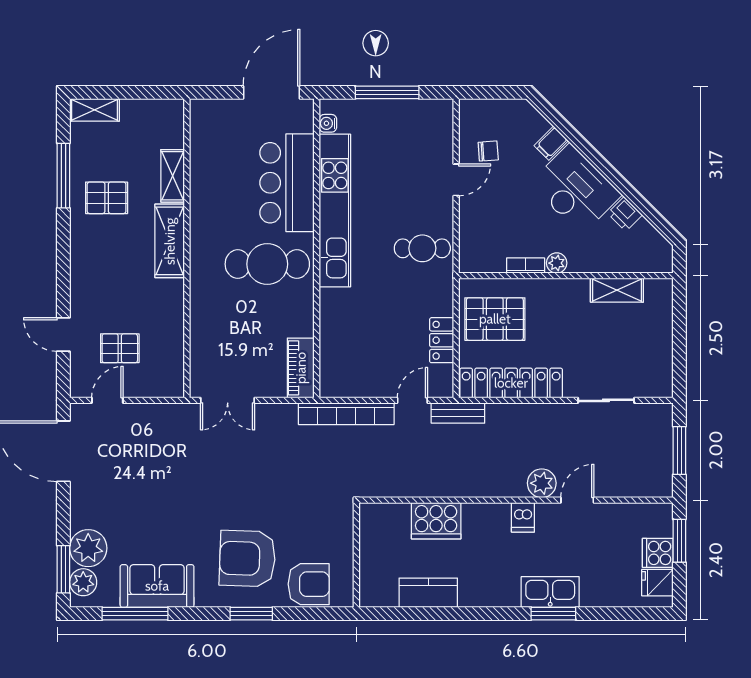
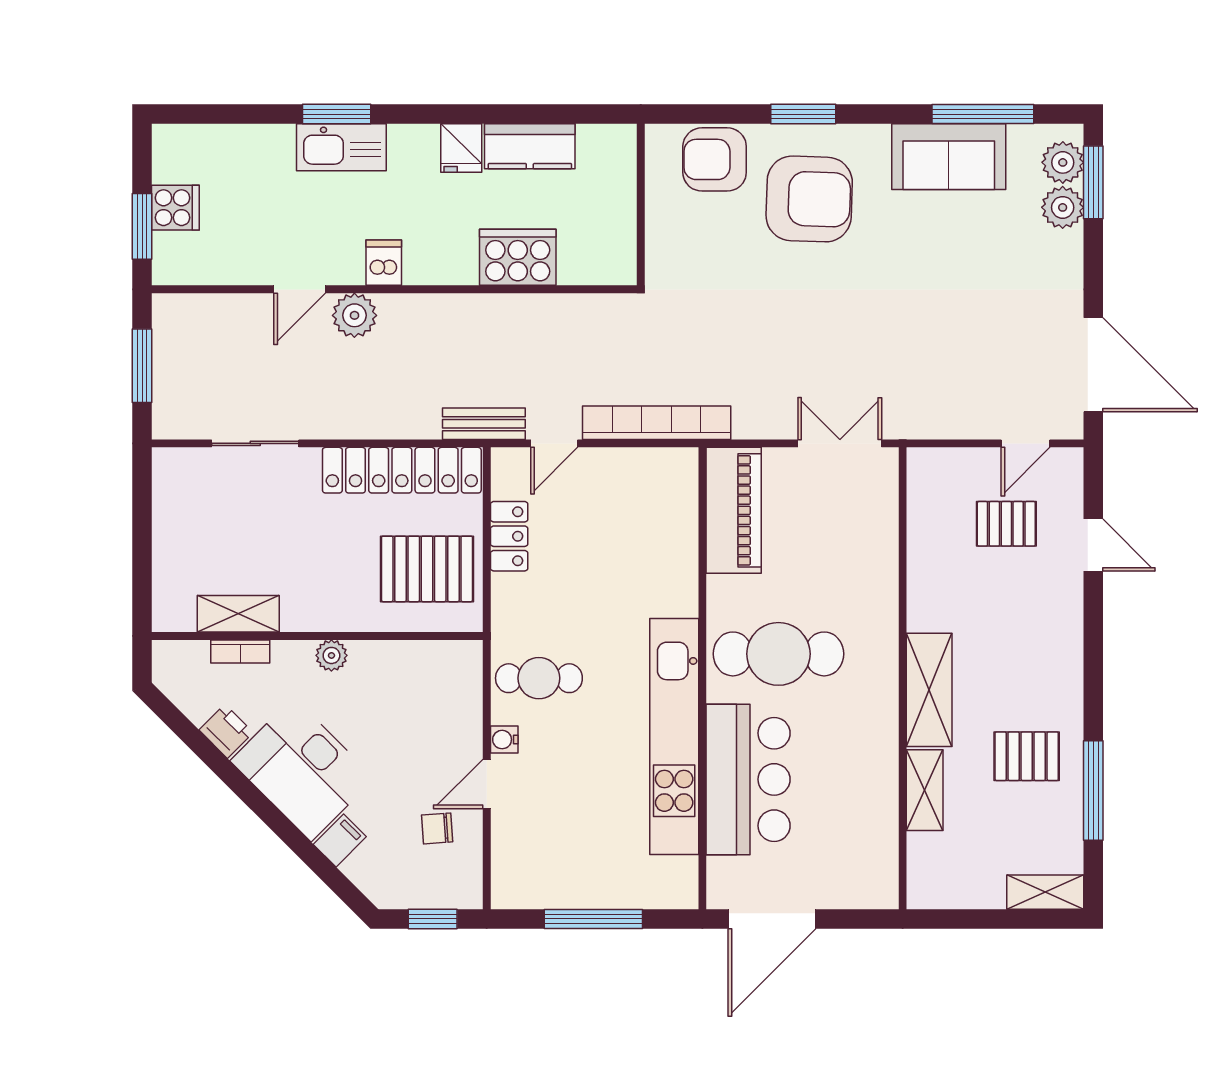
window: (491, 92) -> (433, 919), added
water cooler: (328, 123) -> (504, 740), moved, turned 180
bookcase: (526, 266) -> (240, 652), moved
piano: (301, 368) -> (734, 510), width x1.37, depth x1.33
plant: (88, 548) -> (1063, 207), width x0.73, depth x0.73
fridge: (657, 583) -> (461, 148), moved, turned 90

